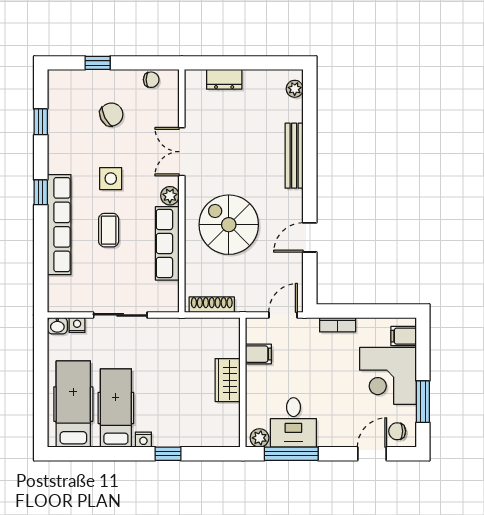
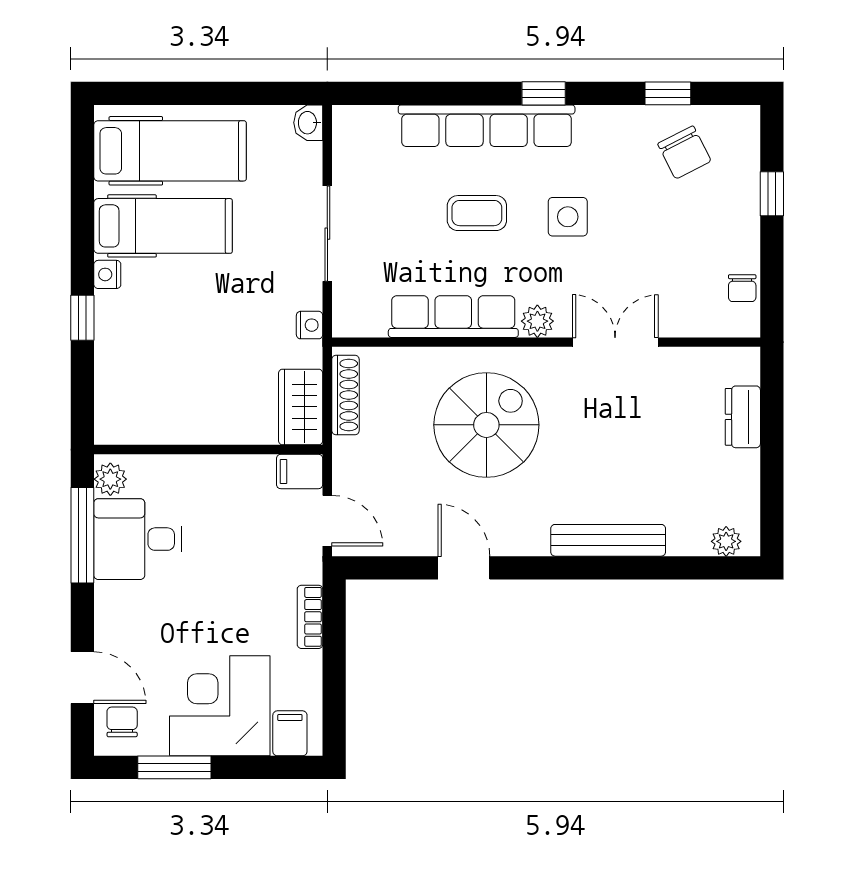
chair: (111, 114) -> (684, 152), moved
nightstand: (77, 325) -> (310, 325), moved
filing cabinet: (258, 354) -> (300, 471), moved, turned 90
wardrobe: (228, 380) -> (301, 407), moved, turned -90

